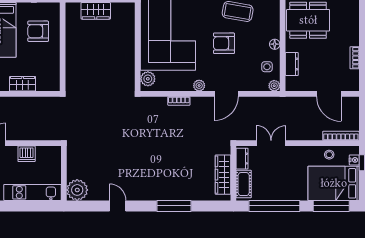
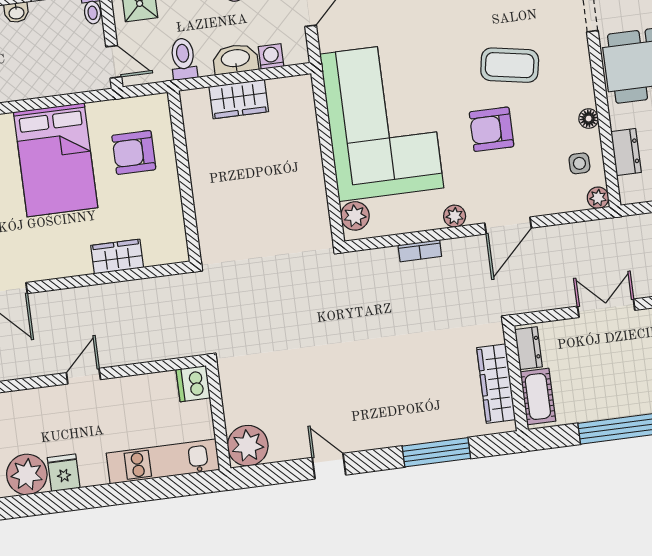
dishwasher: (27, 154) -> (193, 384), moved, turned 90
dresser: (242, 159) -> (528, 348), moved
wall: (233, 173) -> (516, 378), moved
wardrobe: (223, 175) -> (496, 384), moved
cot: (244, 184) -> (538, 396), moved

